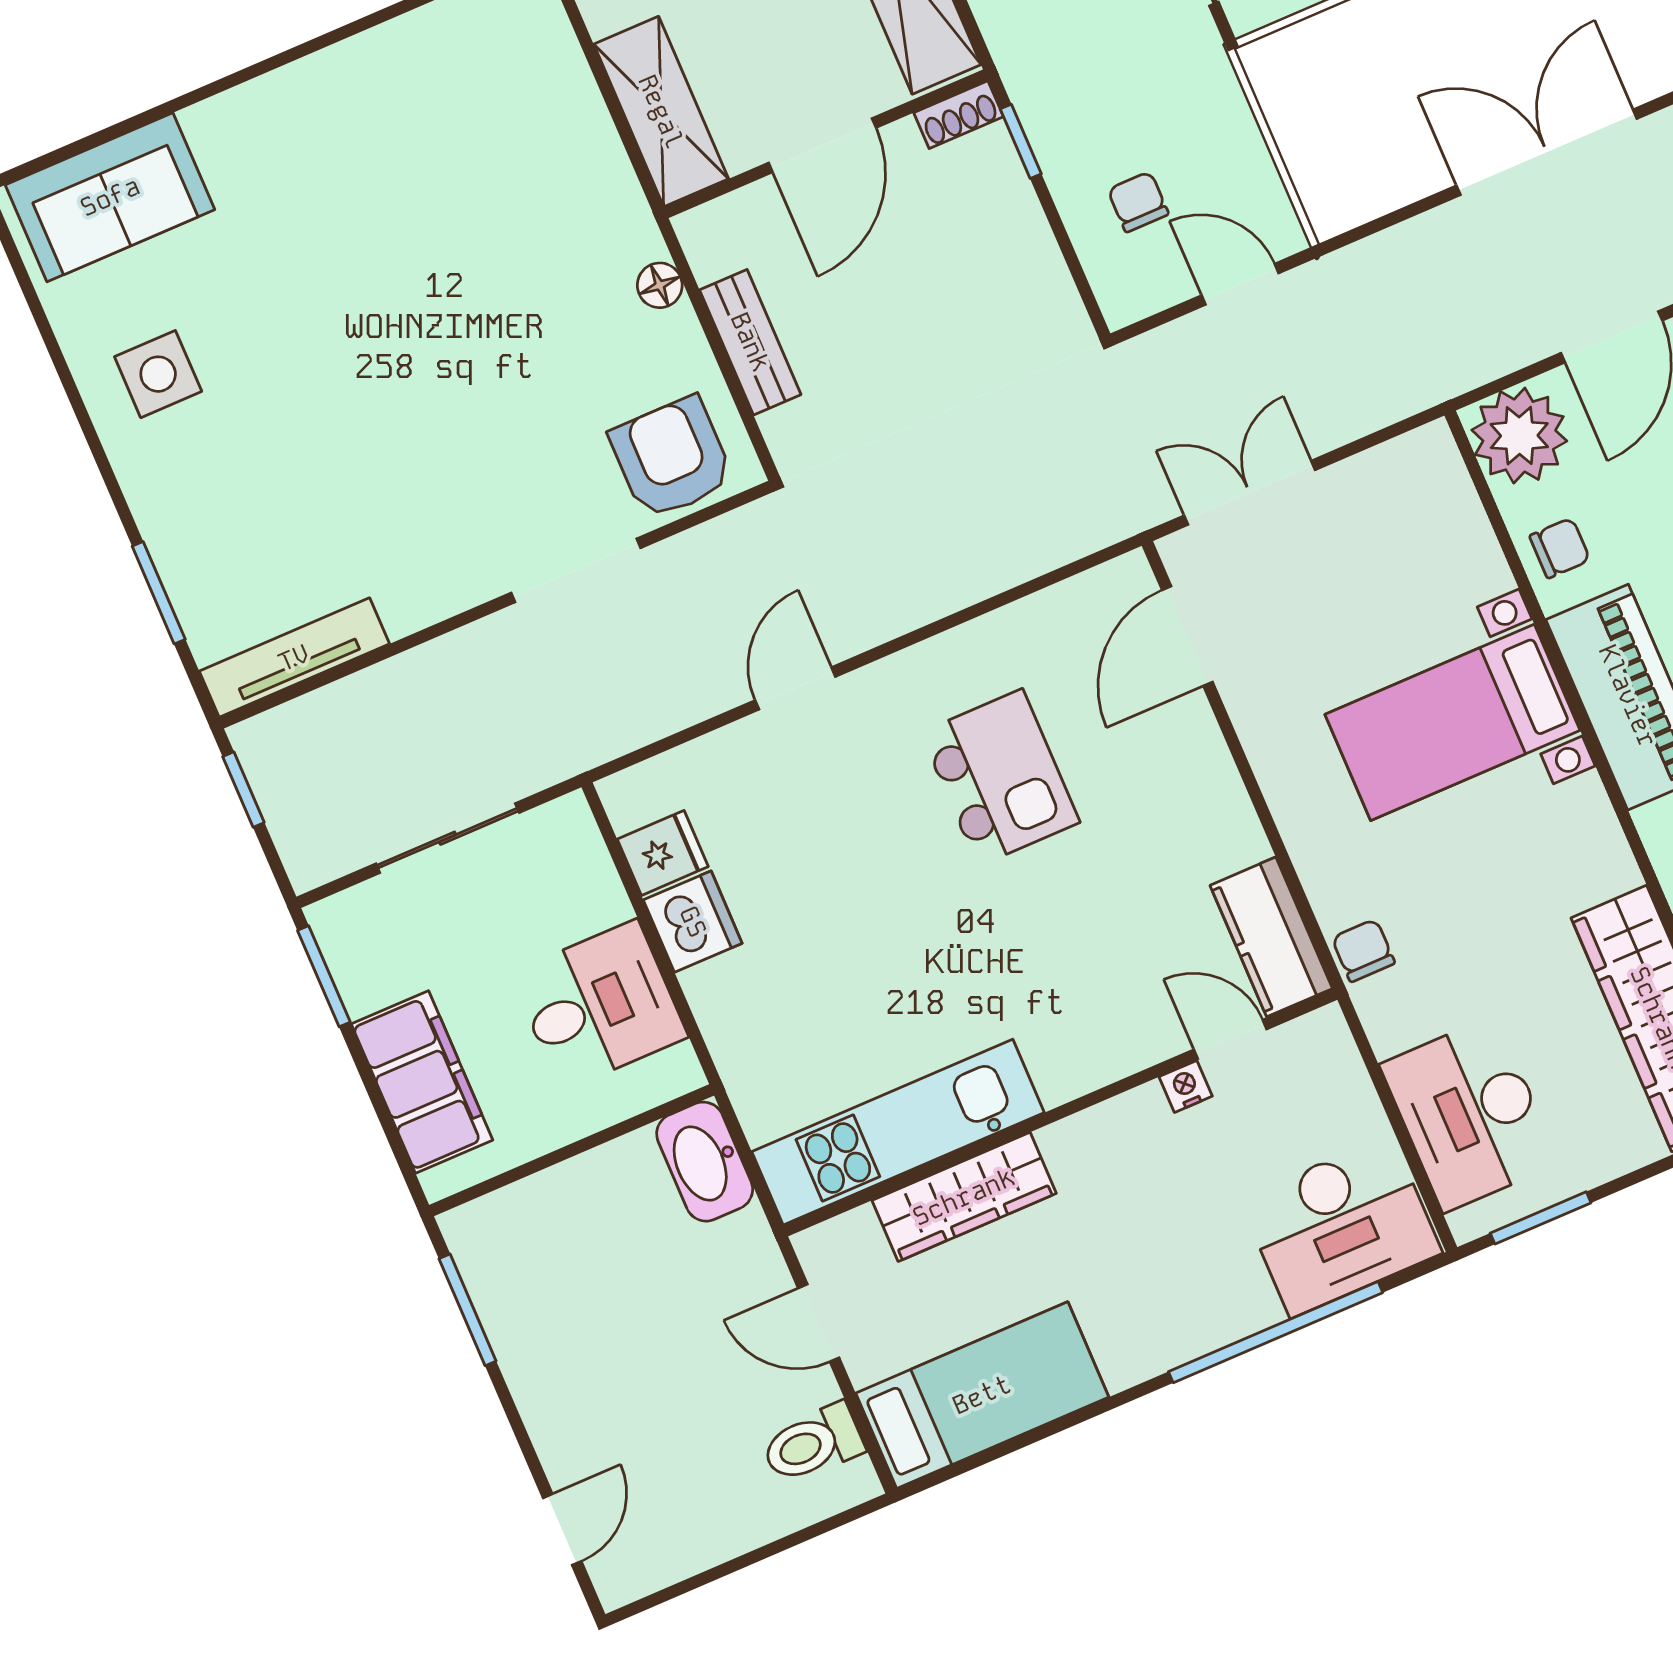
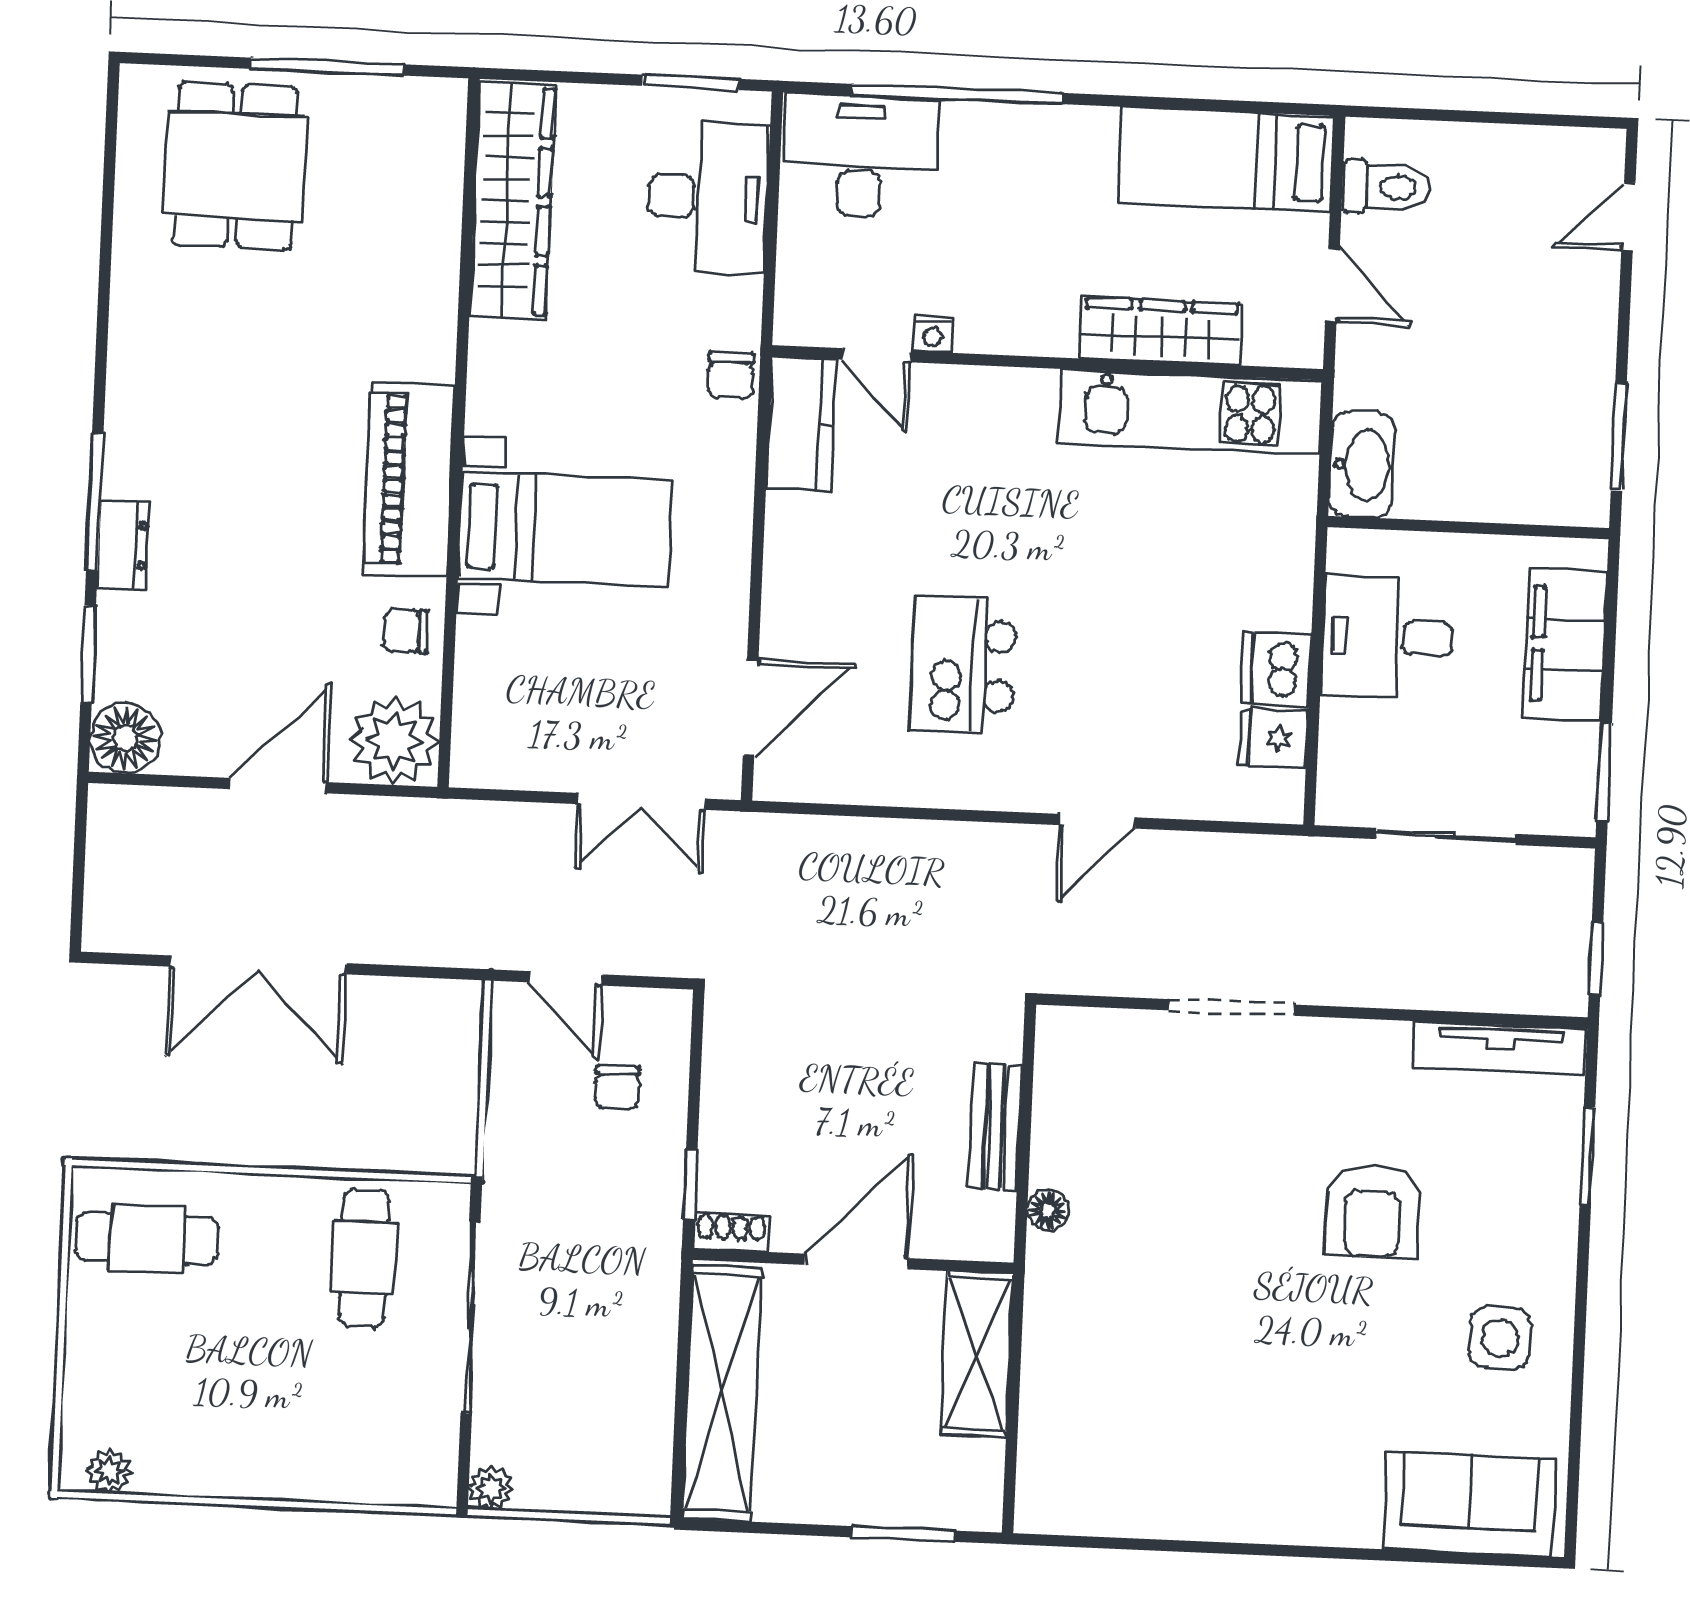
armchair: (672, 458) -> (1373, 1211), moved

